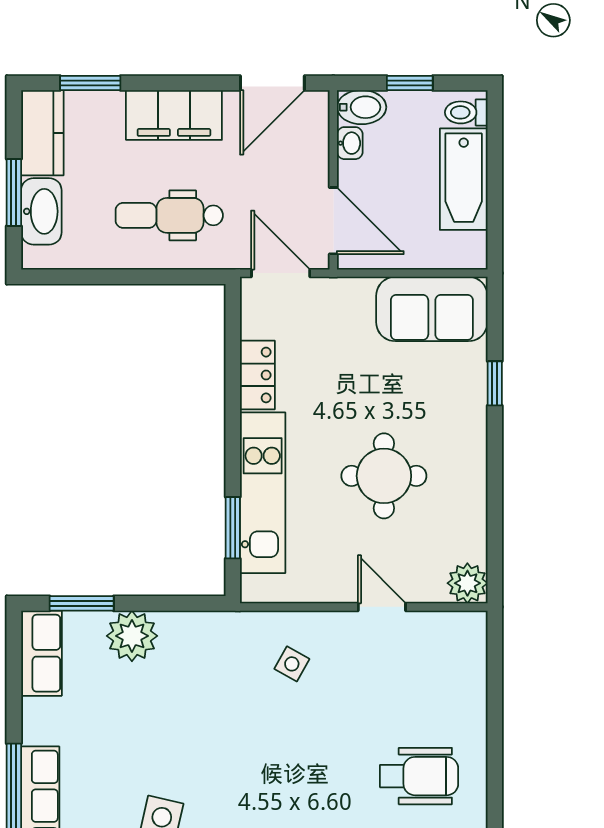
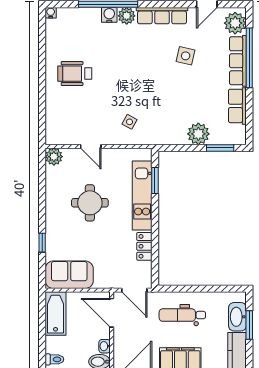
bathtub: (464, 179) -> (56, 314), moved
dental chair: (169, 215) -> (182, 315), turned 180
row of seats: (41, 653) -> (237, 106), moved

